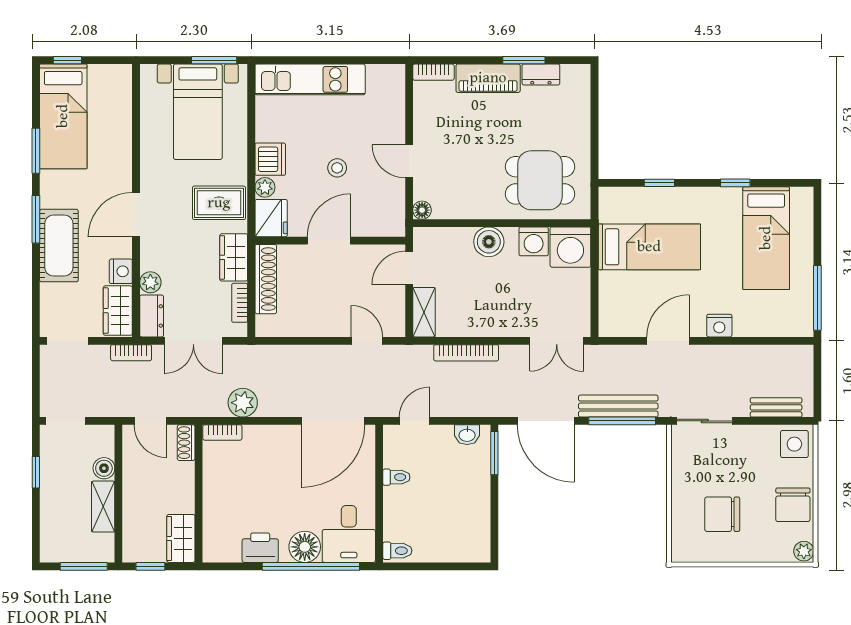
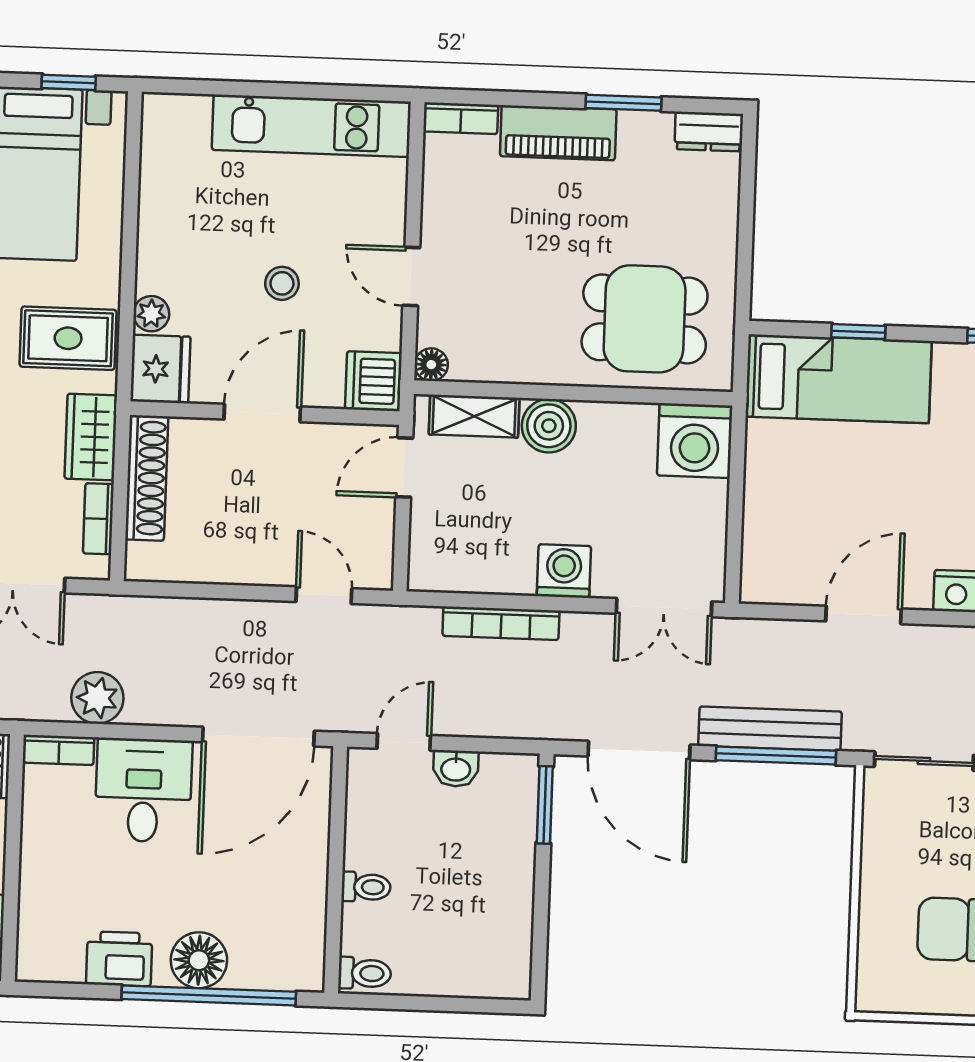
window: (214, 60) -> (69, 82), width x0.67
dresser: (541, 74) -> (709, 131), moved
kitchen unit: (310, 79) -> (311, 126), moved
dishwasher: (270, 159) -> (373, 381), moved, turned 180
washing machine: (534, 241) -> (564, 571), moved, turned 180
bed: (649, 247) -> (839, 379), moved
shelving: (424, 312) -> (474, 416), moved, turned 90
washbasin: (467, 435) -> (456, 769), moved
toilet: (396, 477) -> (366, 887), moved
desk: (349, 534) -> (143, 790), moved, turned 180

